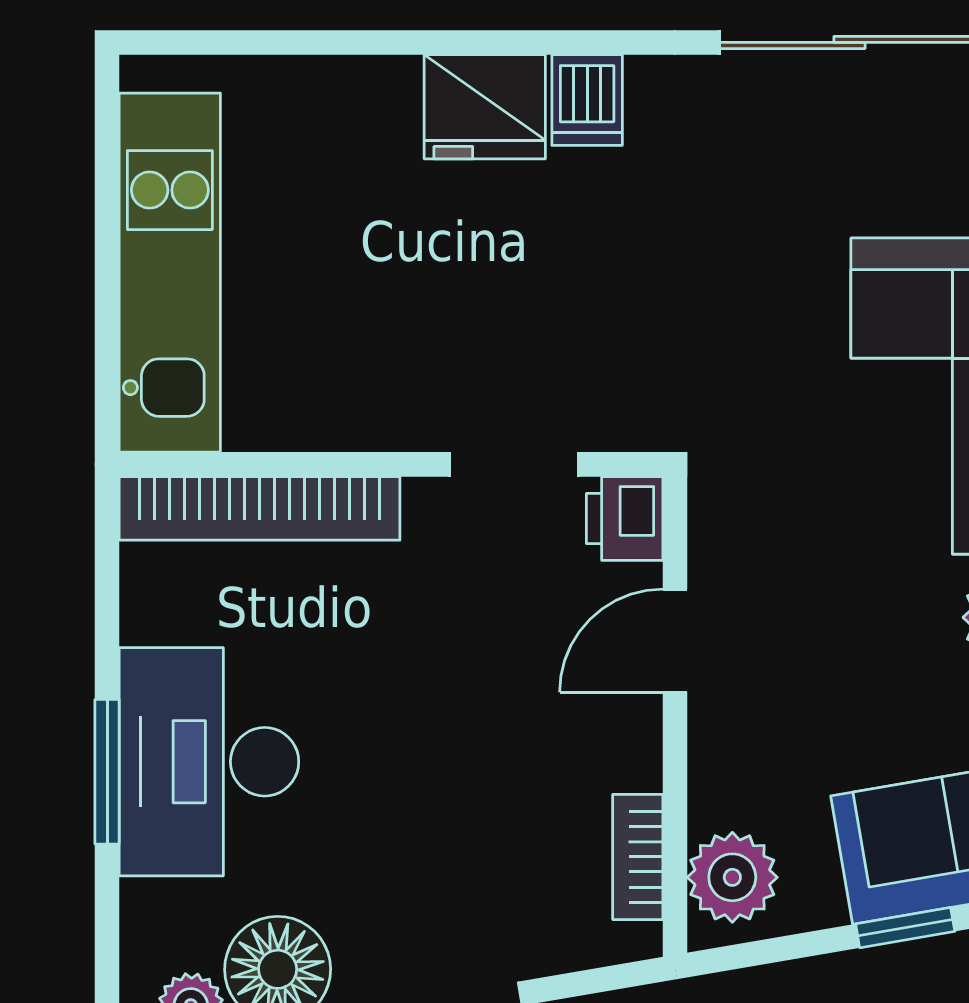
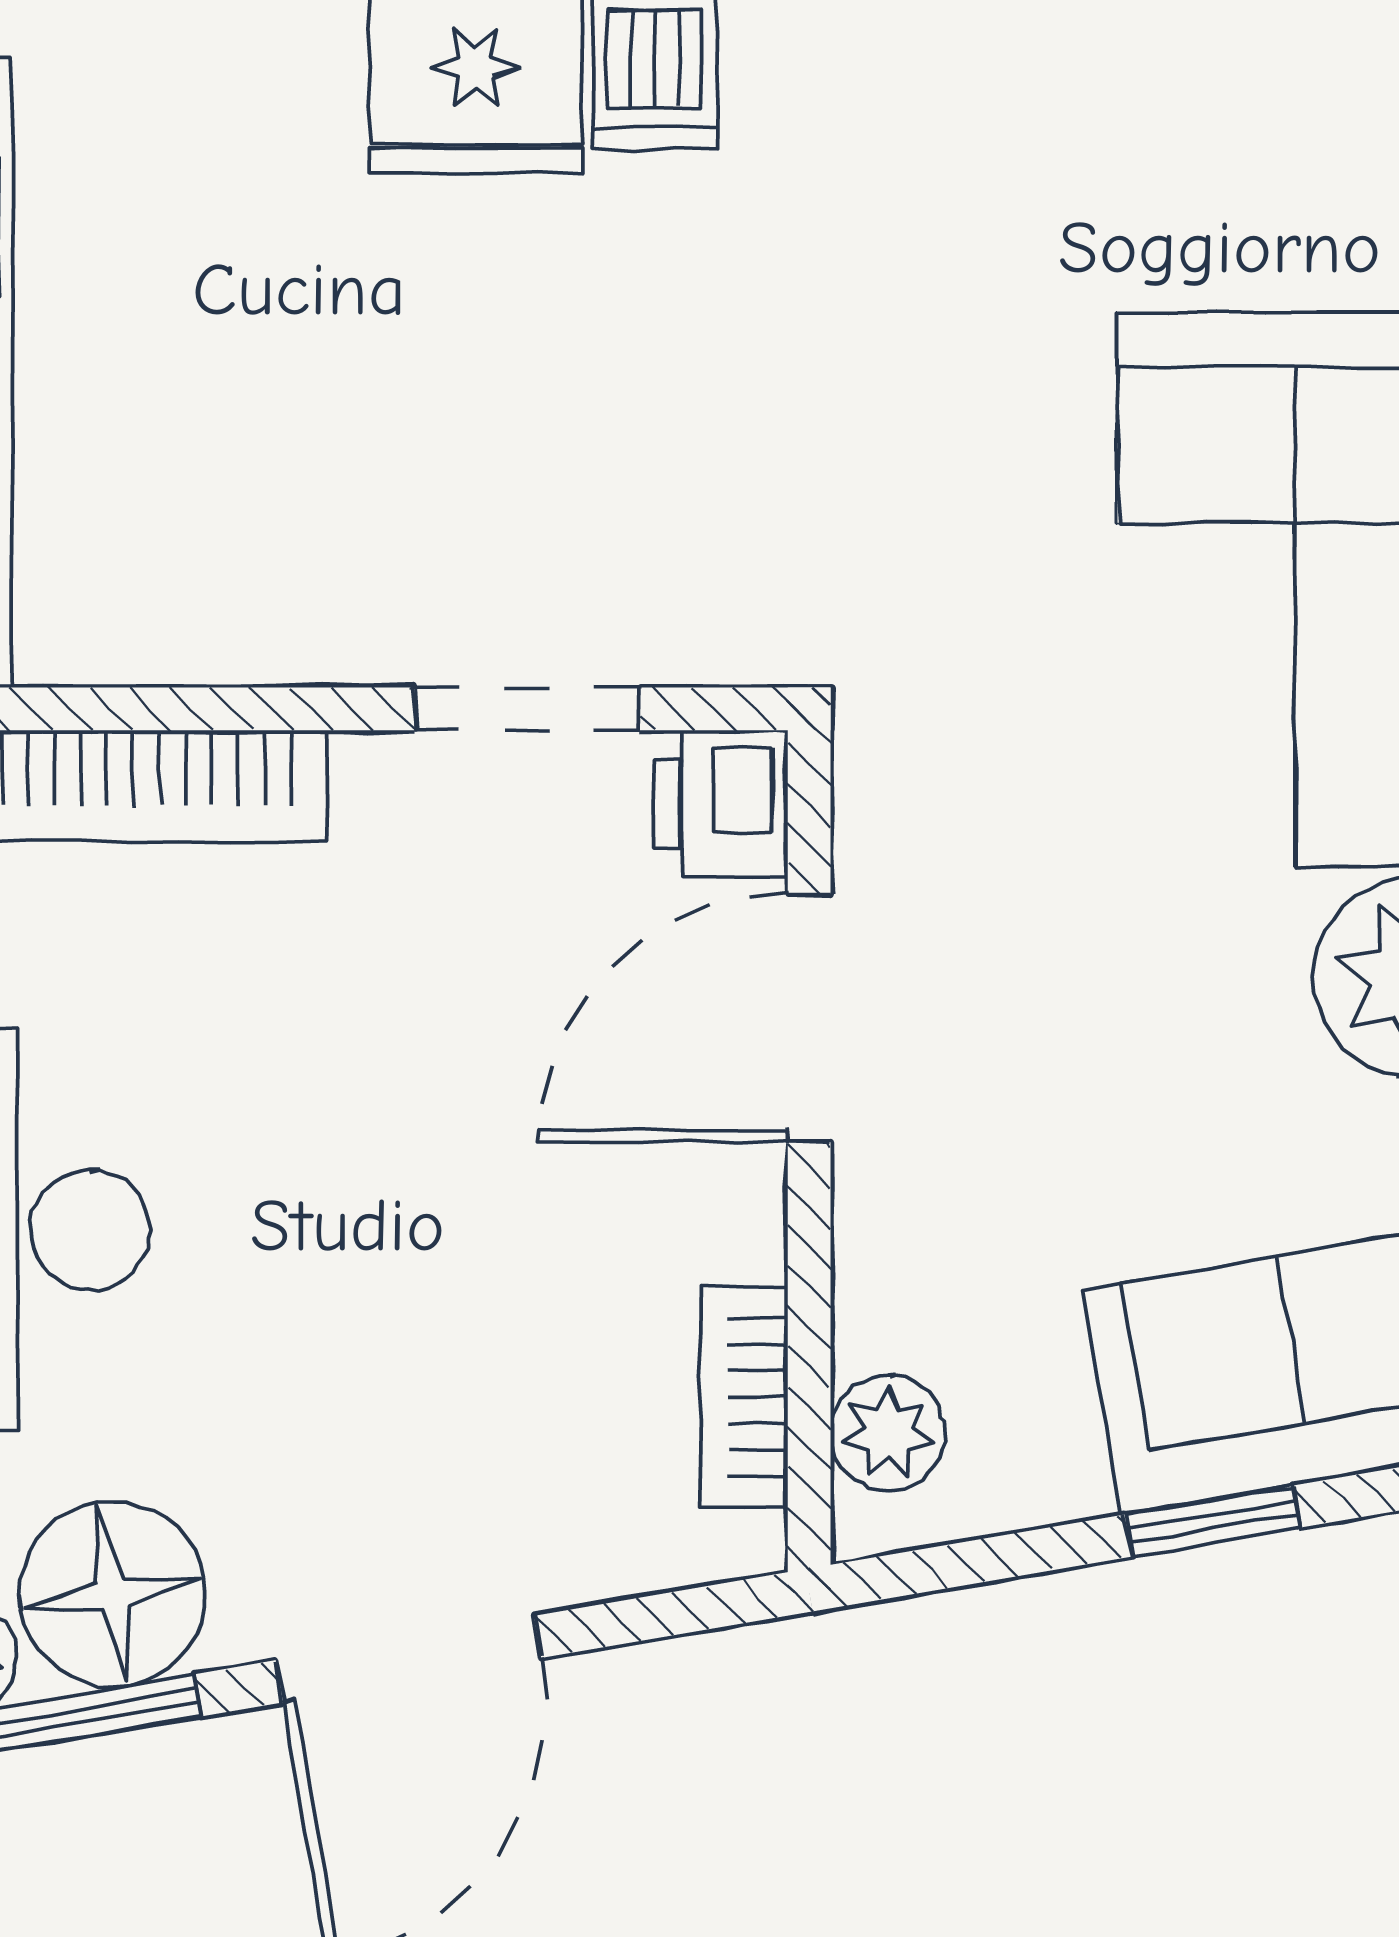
door: (675, 641) -> (809, 1018), width x1.38
plant: (732, 877) -> (888, 1433), width x0.73, depth x0.73

